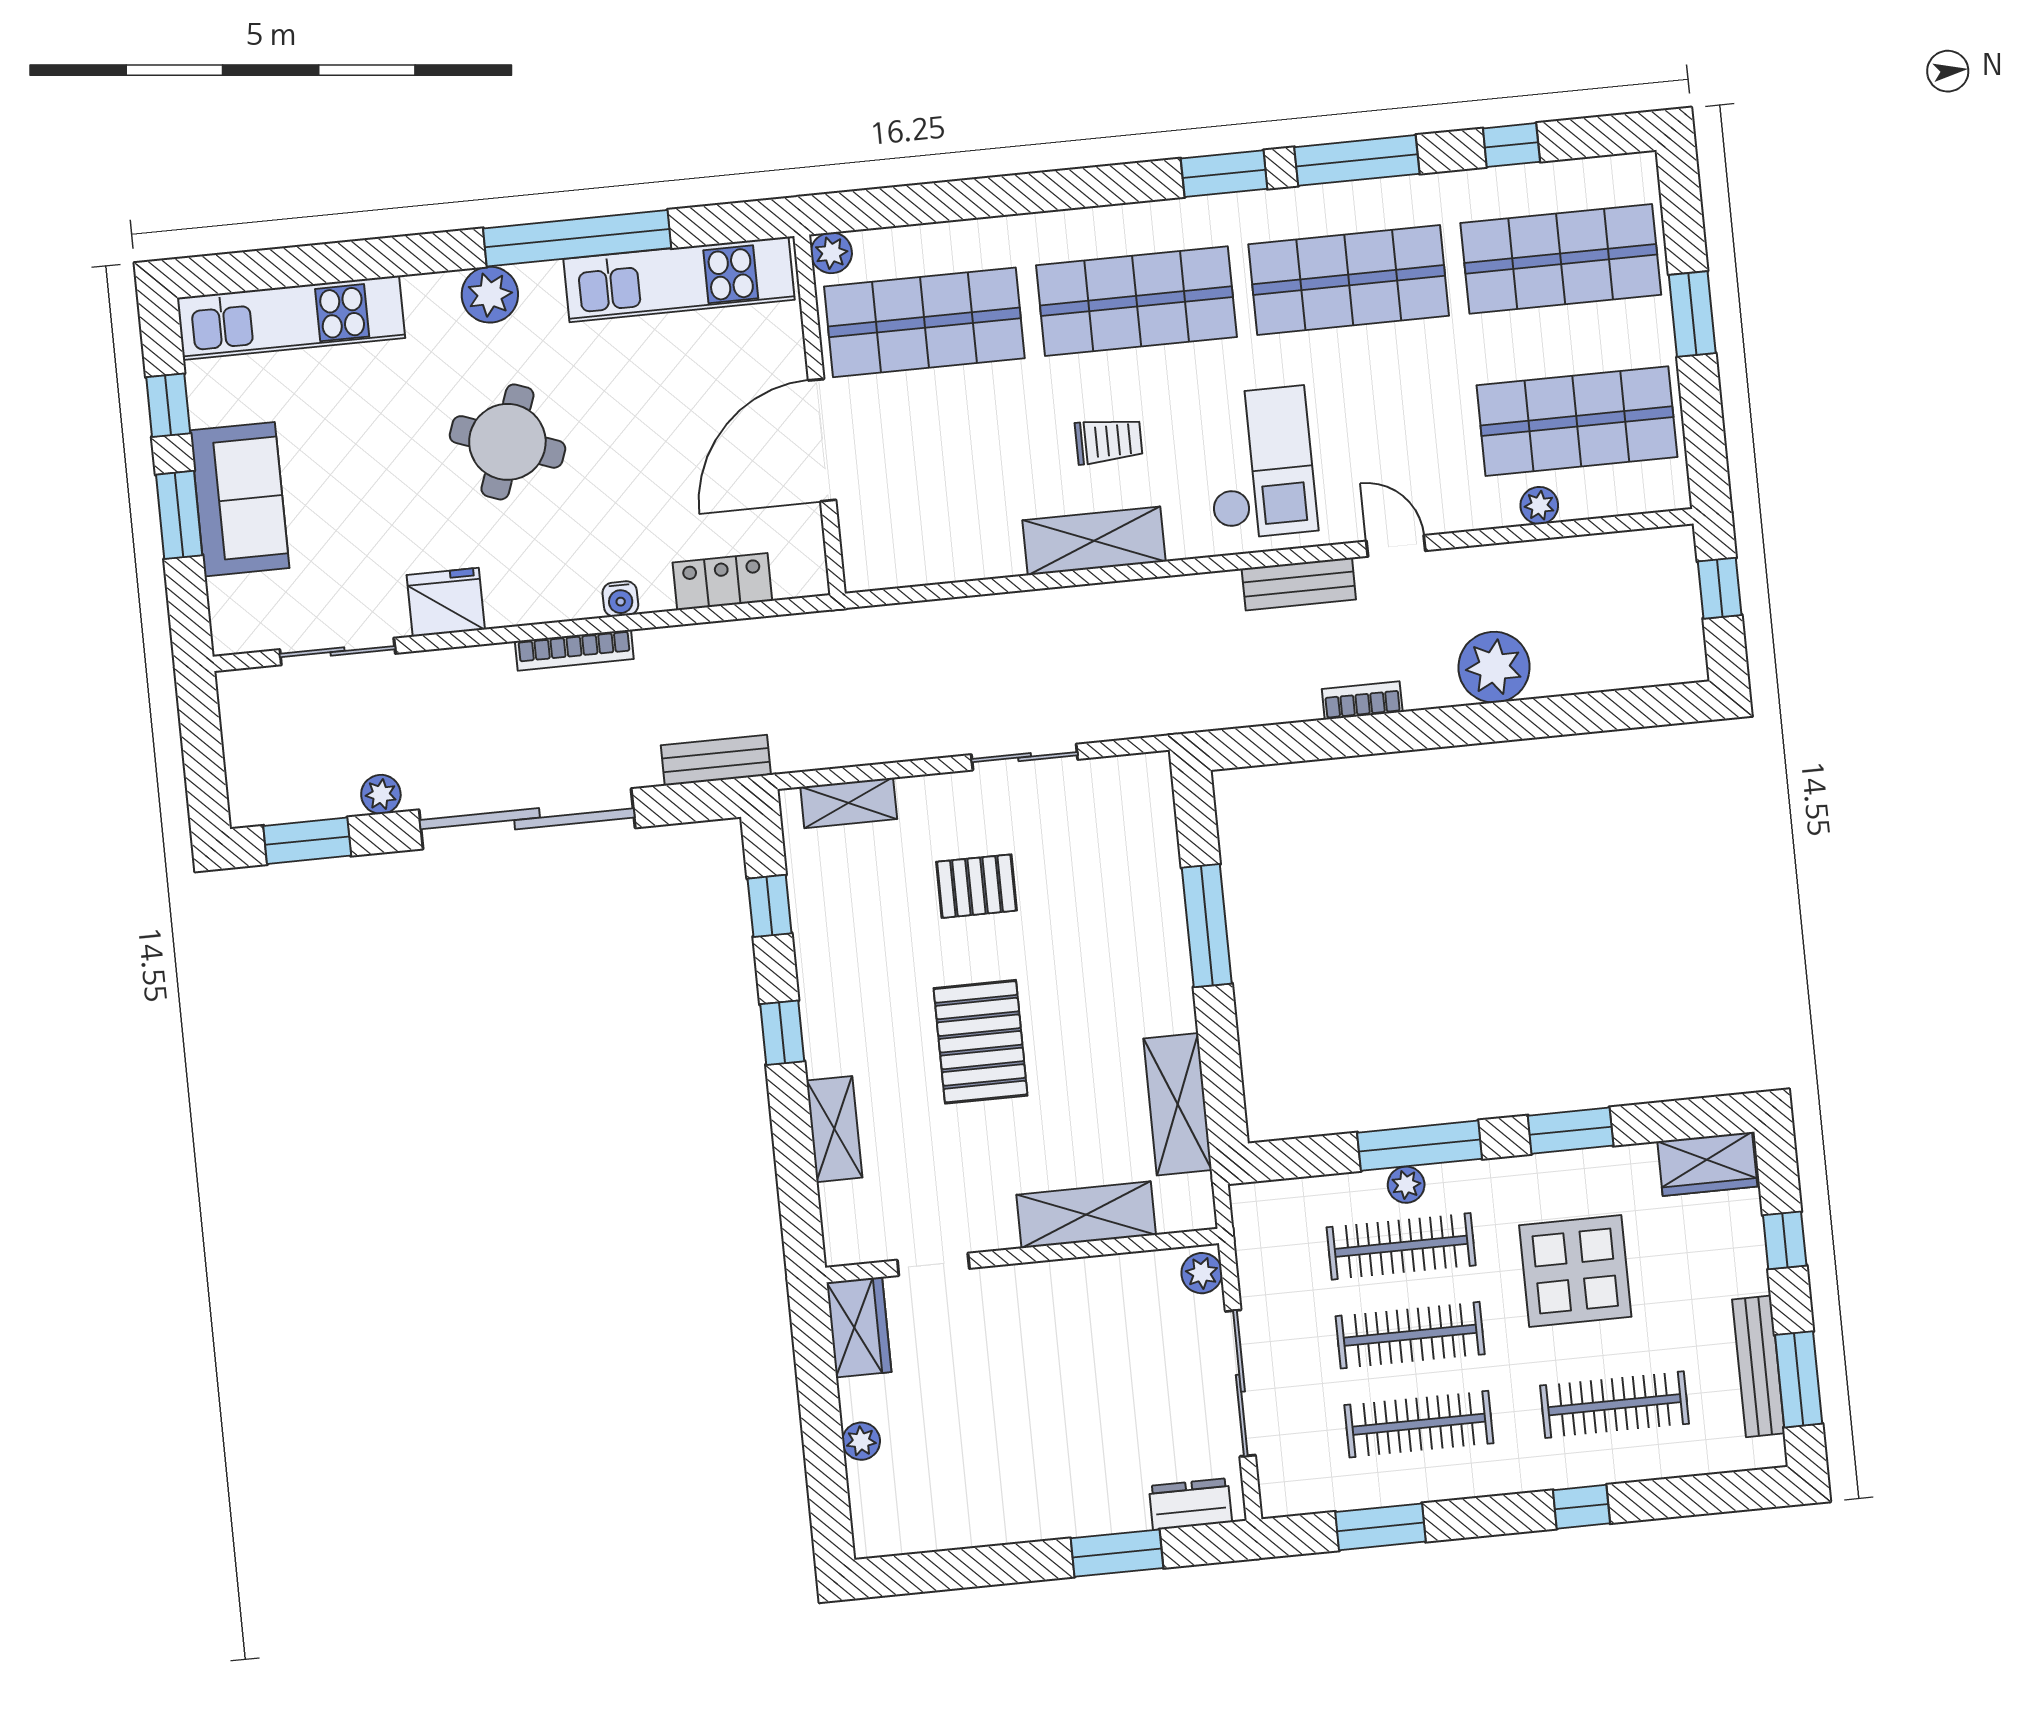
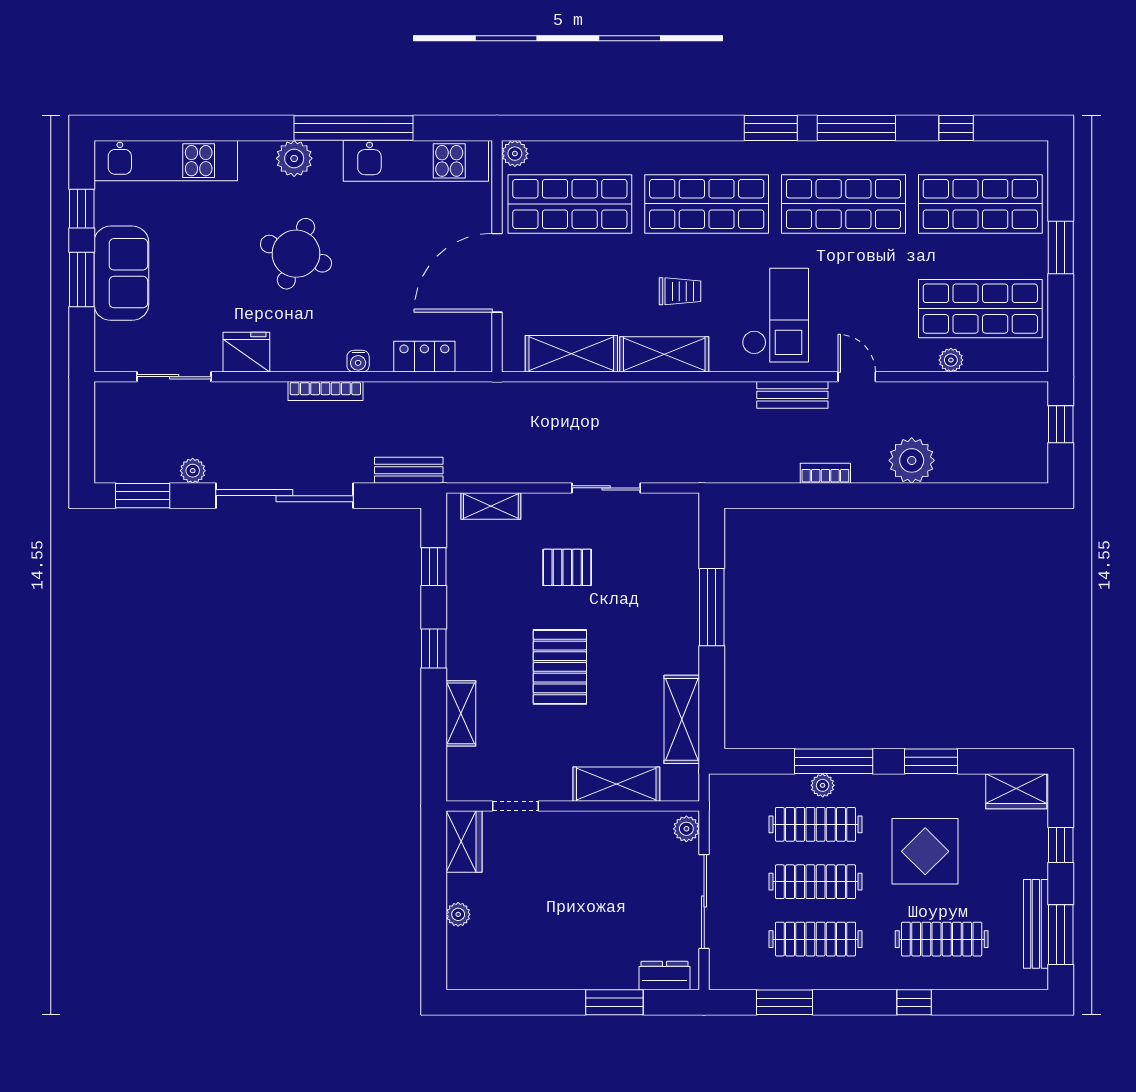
shelving: (950, 554) -> (571, 354), added

